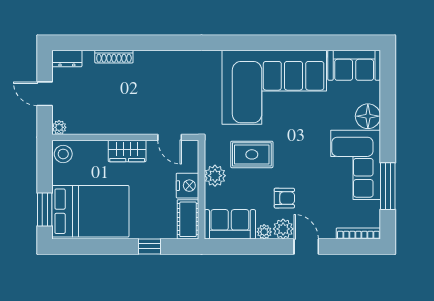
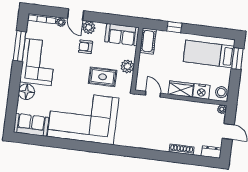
nightstand: (188, 186) -> (201, 91), moved, turned -90
bed: (90, 211) -> (209, 54), width x0.67
plant: (264, 232) -> (61, 22), moved

